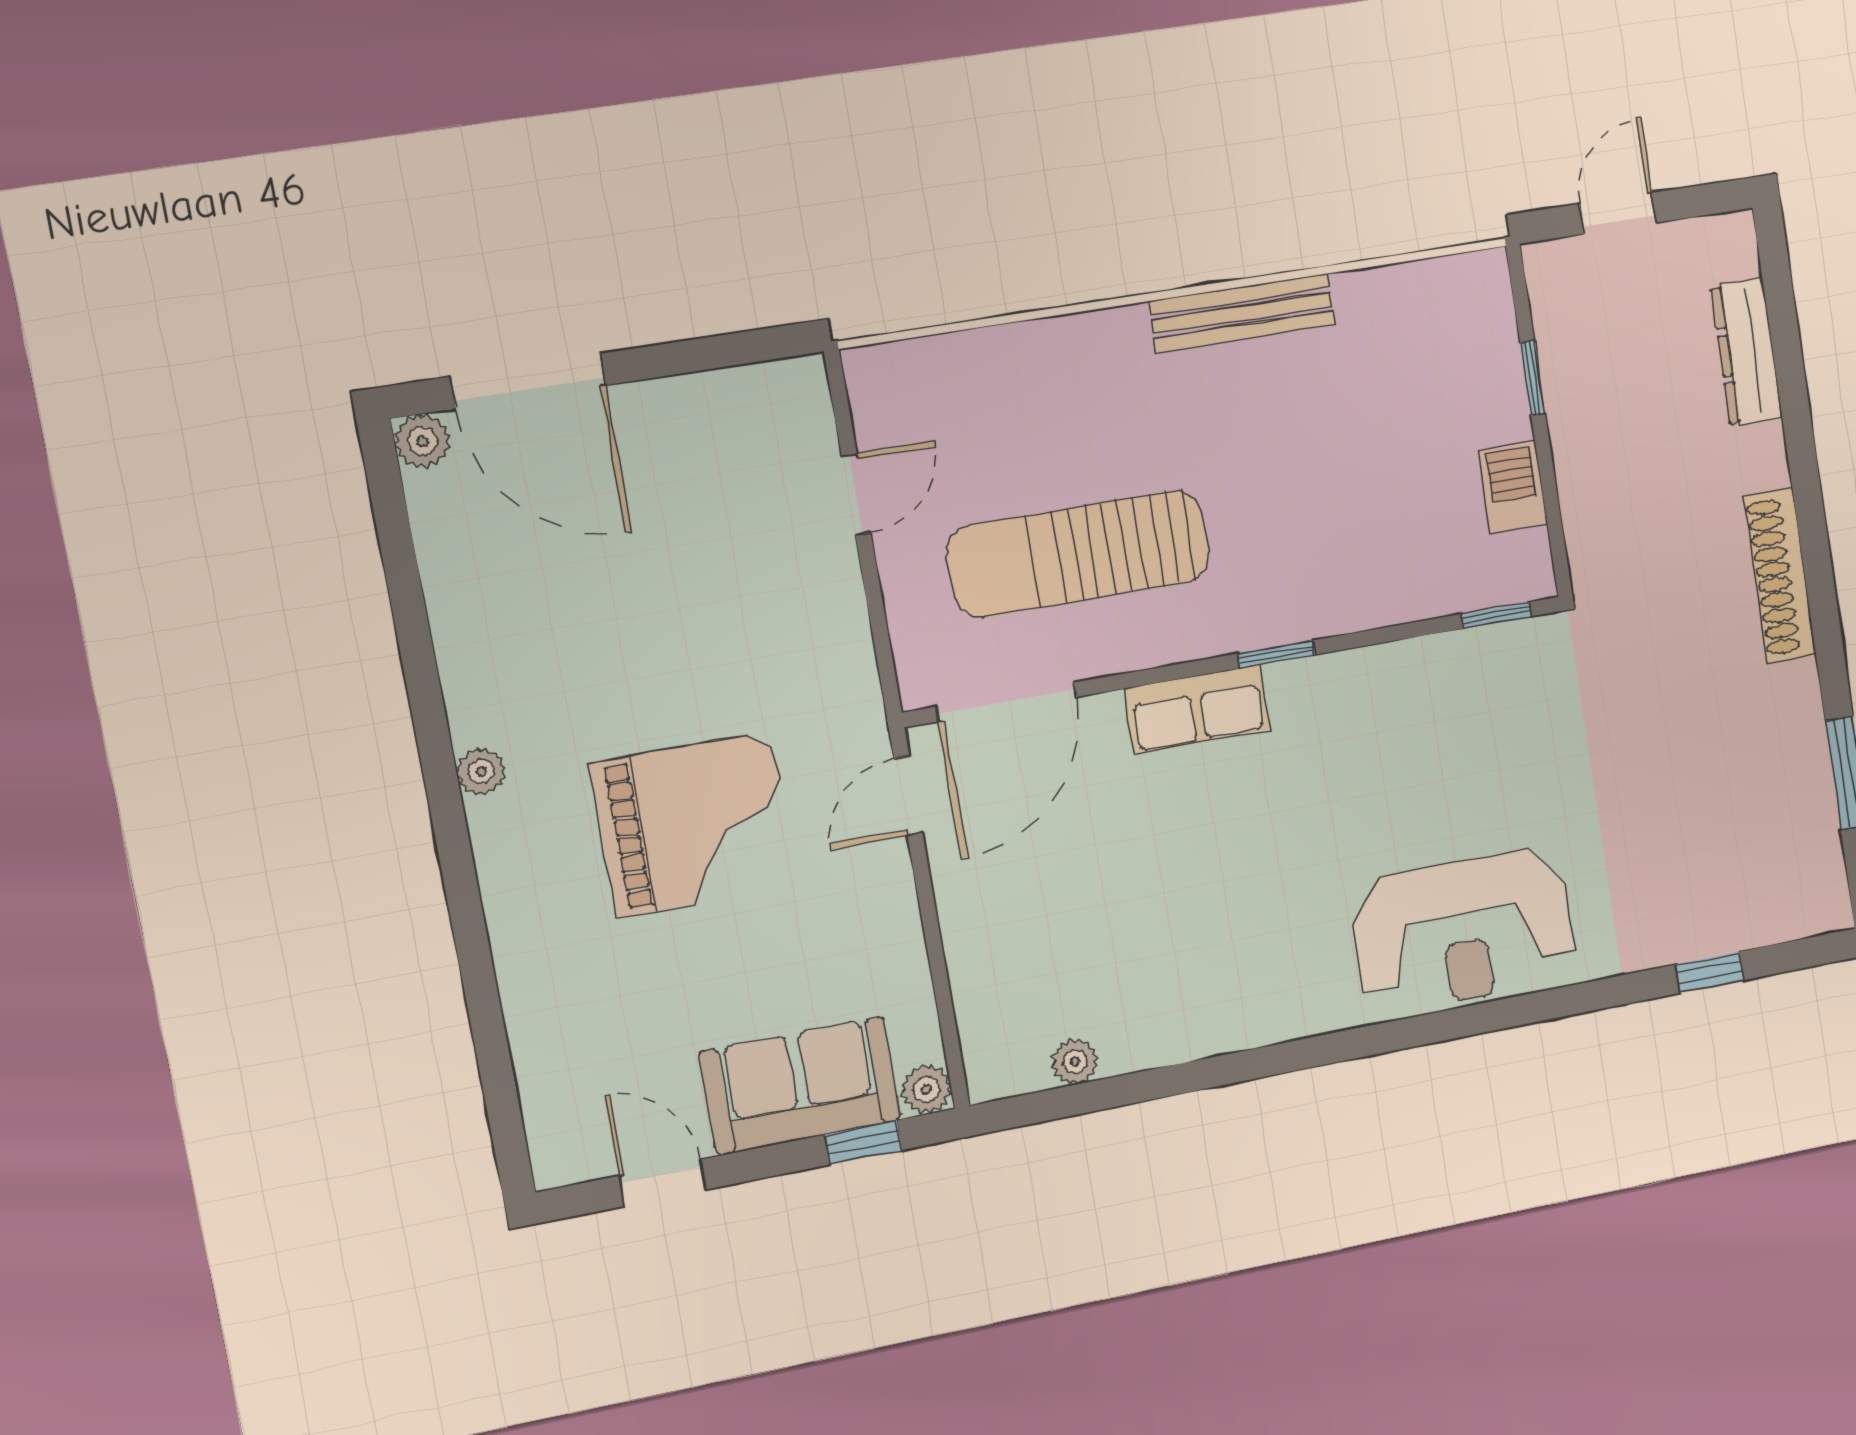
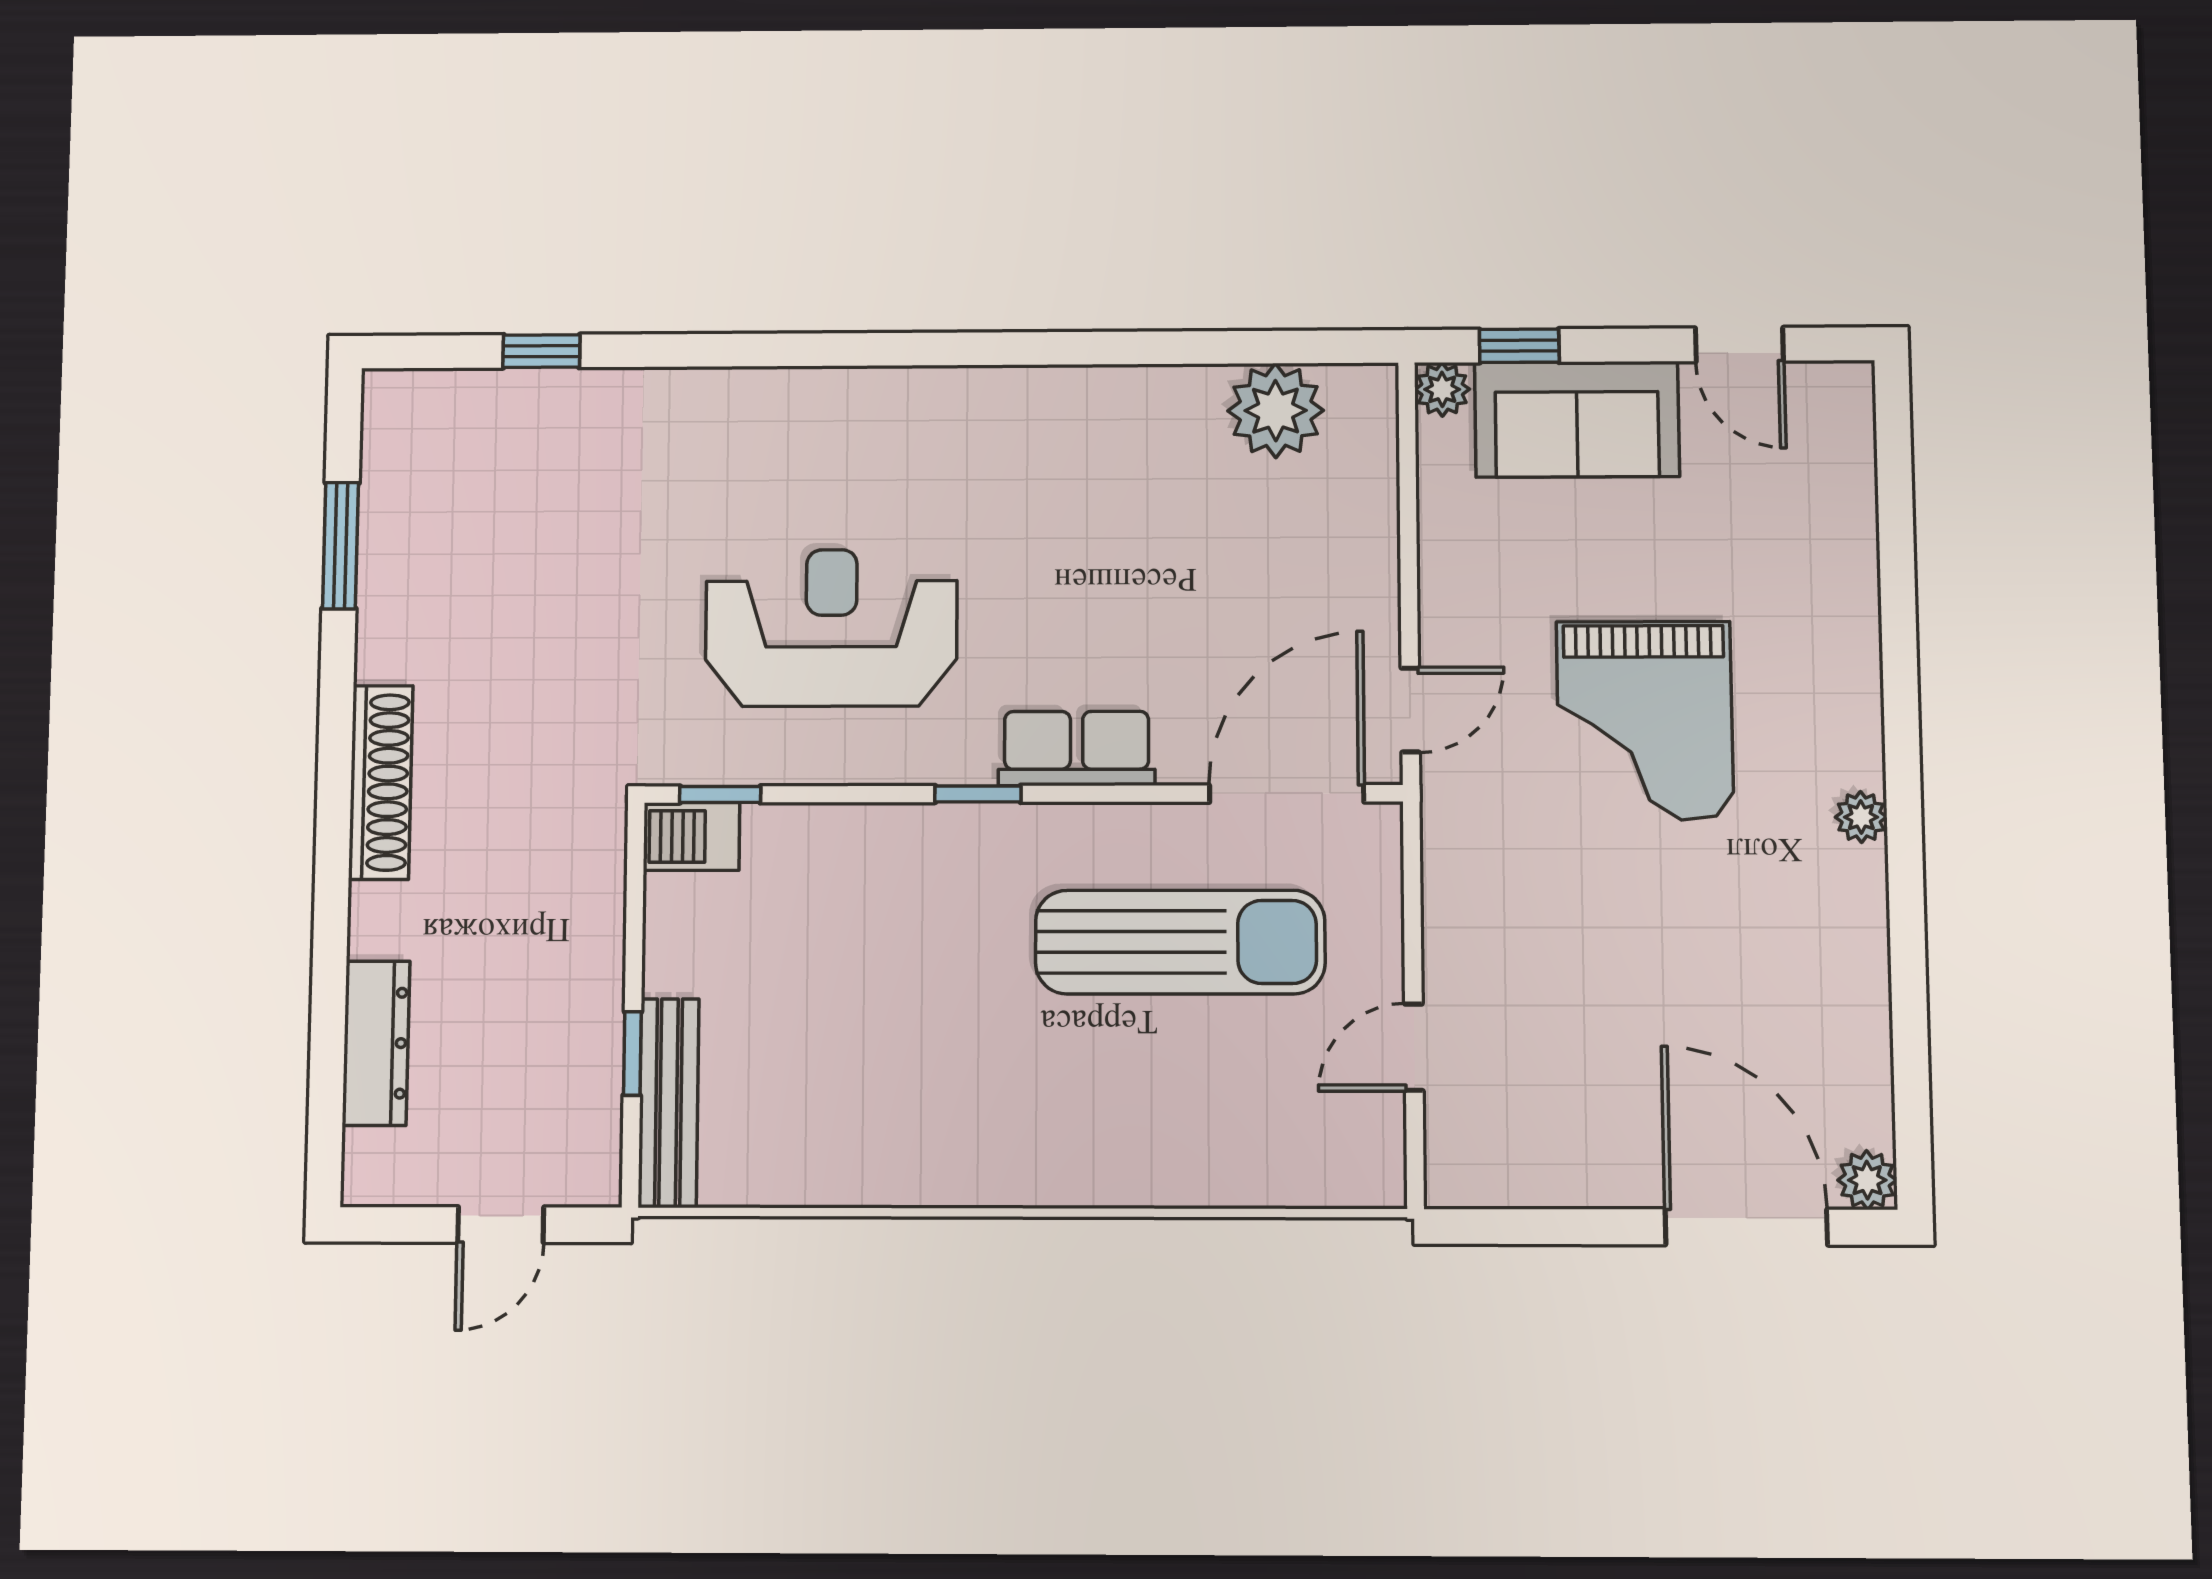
bench: (1242, 313) -> (669, 1103), moved, turned 90
barbecue: (1513, 487) -> (692, 836), moved, turned 90
grand piano: (695, 824) -> (1645, 721), turned -90
reception desk: (1464, 931) -> (831, 628), moved
plant: (1075, 1062) -> (1276, 411), width x1.88, depth x1.88

